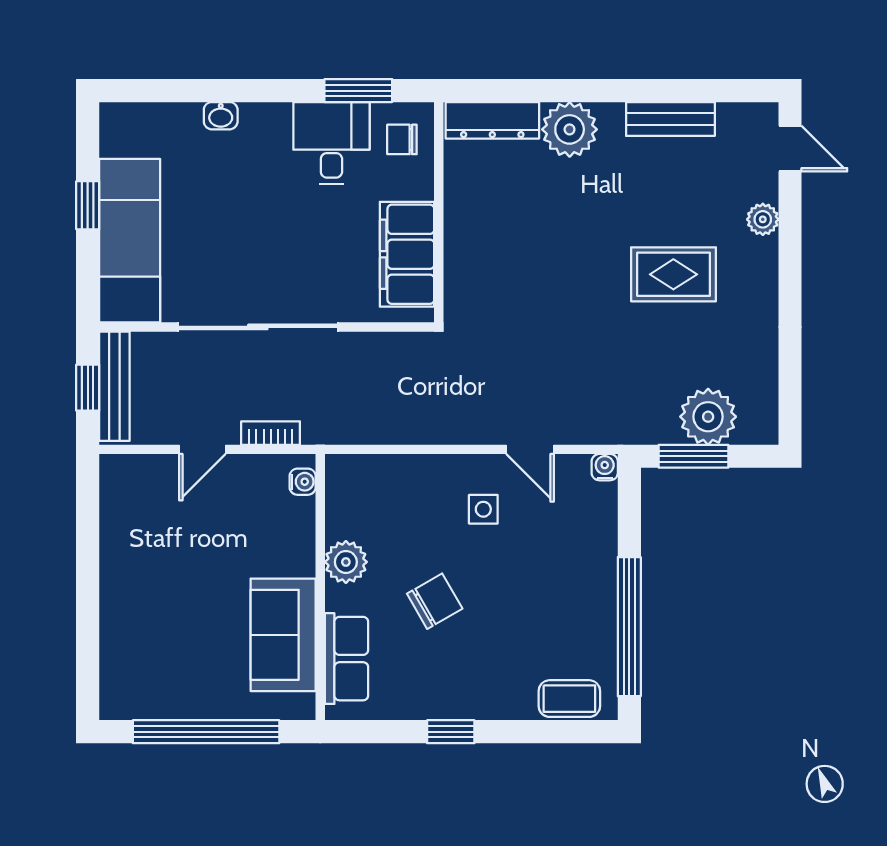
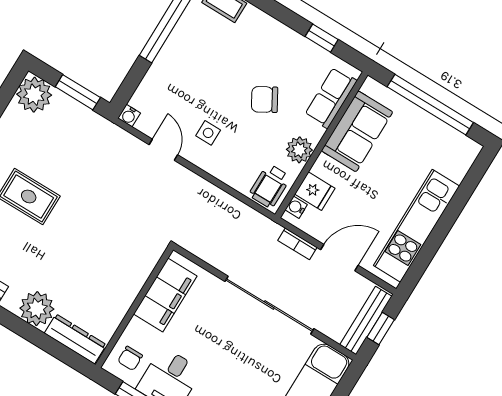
chair: (402, 139) -> (130, 358), turned 90
plant: (708, 417) -> (34, 95), moved
door: (202, 449) -> (339, 258), width x1.37
wheelchair: (356, 488) -> (270, 186), added
fridge: (291, 519) -> (315, 191), added
kitchen unit: (124, 556) -> (416, 226), added
window: (451, 732) -> (322, 38), moved

